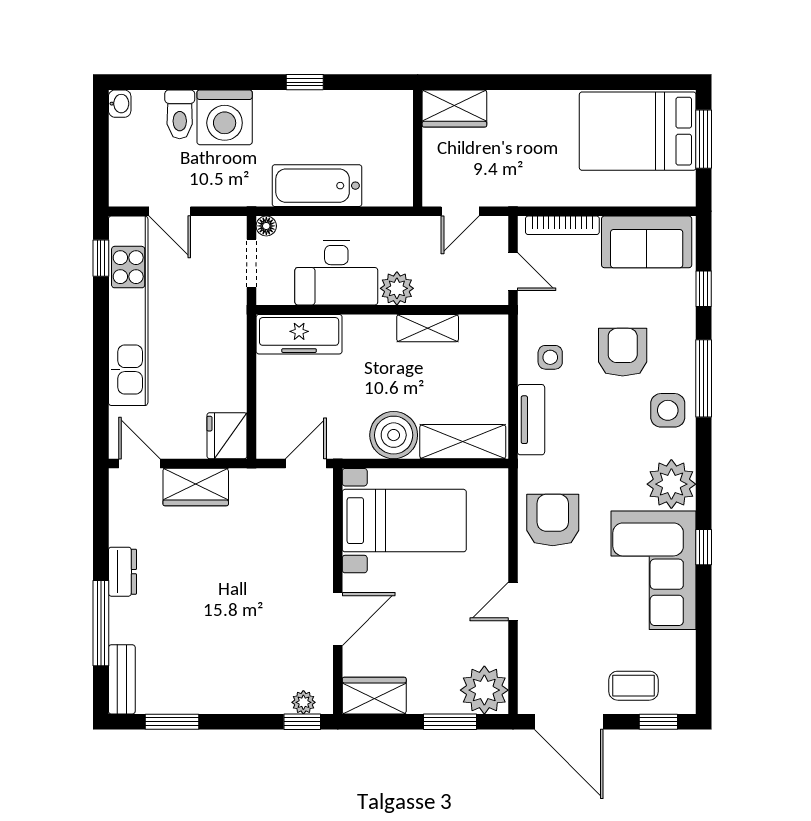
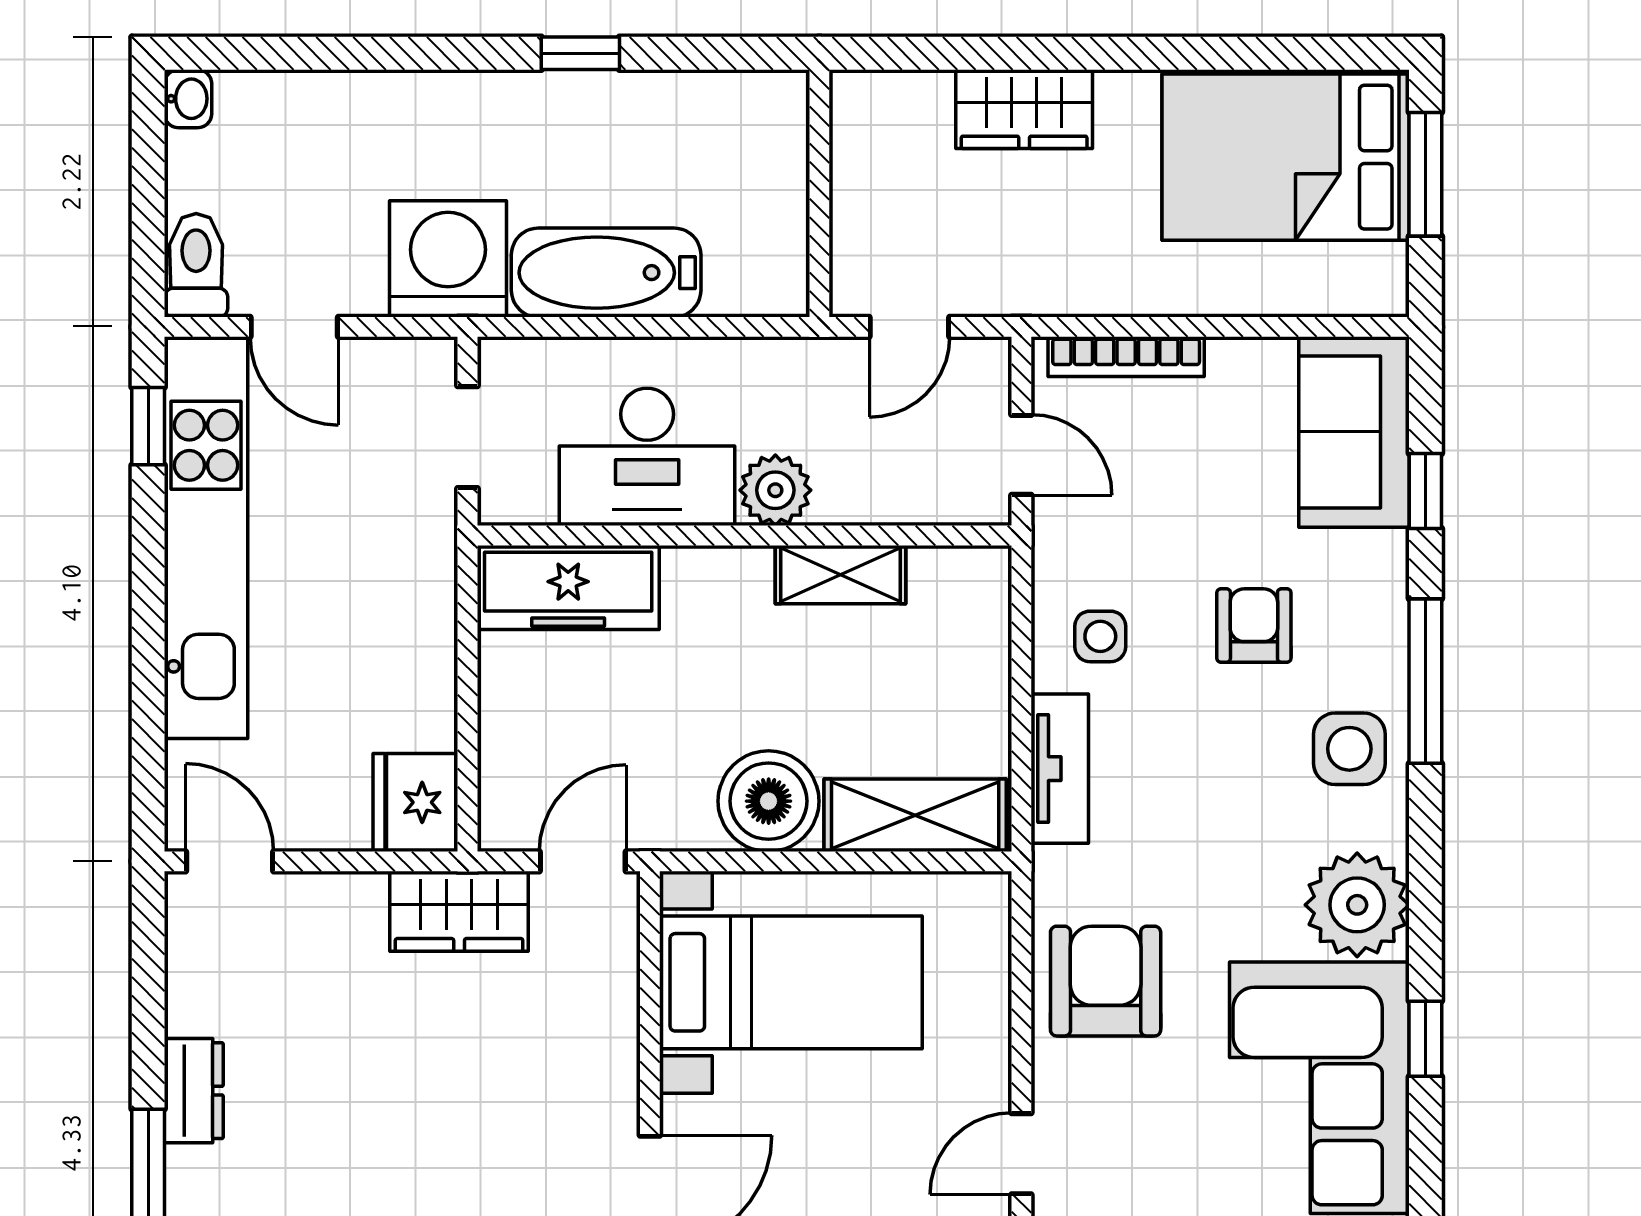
wardrobe: (454, 108) -> (1024, 109), moved
toilet: (180, 114) -> (196, 265), moved, turned 180
washing machine: (225, 117) -> (448, 259), moved, turned 180
floor lamp: (266, 226) -> (499, 358), removed
sofa: (647, 242) -> (1354, 432), moved, turned 90
armchair: (623, 352) -> (1254, 625), width x0.72, depth x0.72
wardrobe: (196, 487) -> (459, 911), moved

